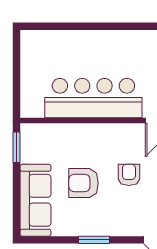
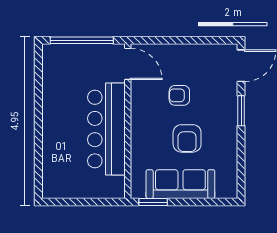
sofa: (35, 200) -> (180, 184), moved
window: (94, 240) -> (241, 111), moved

